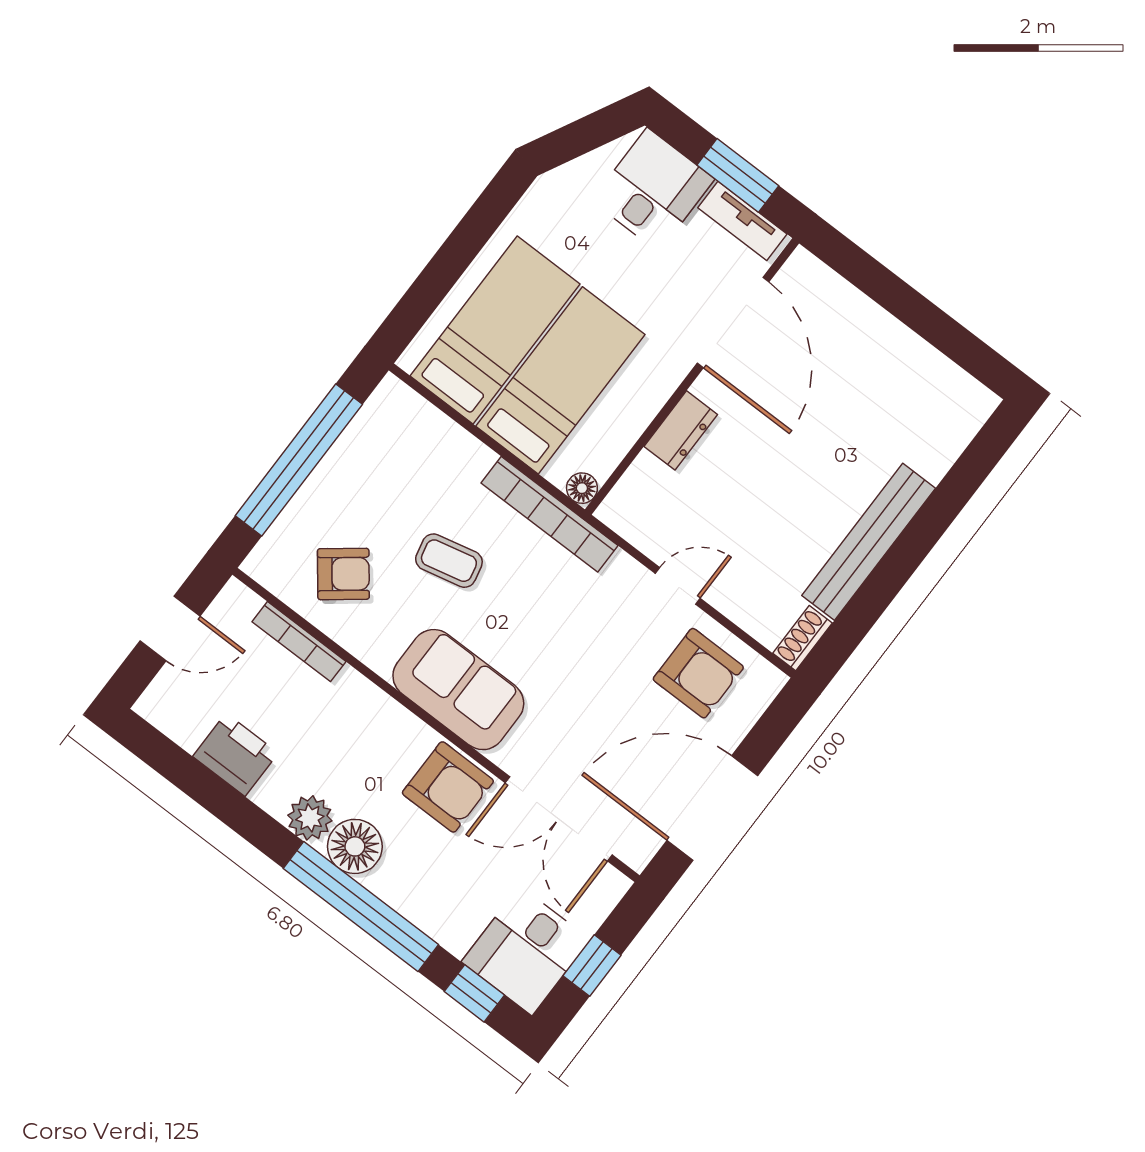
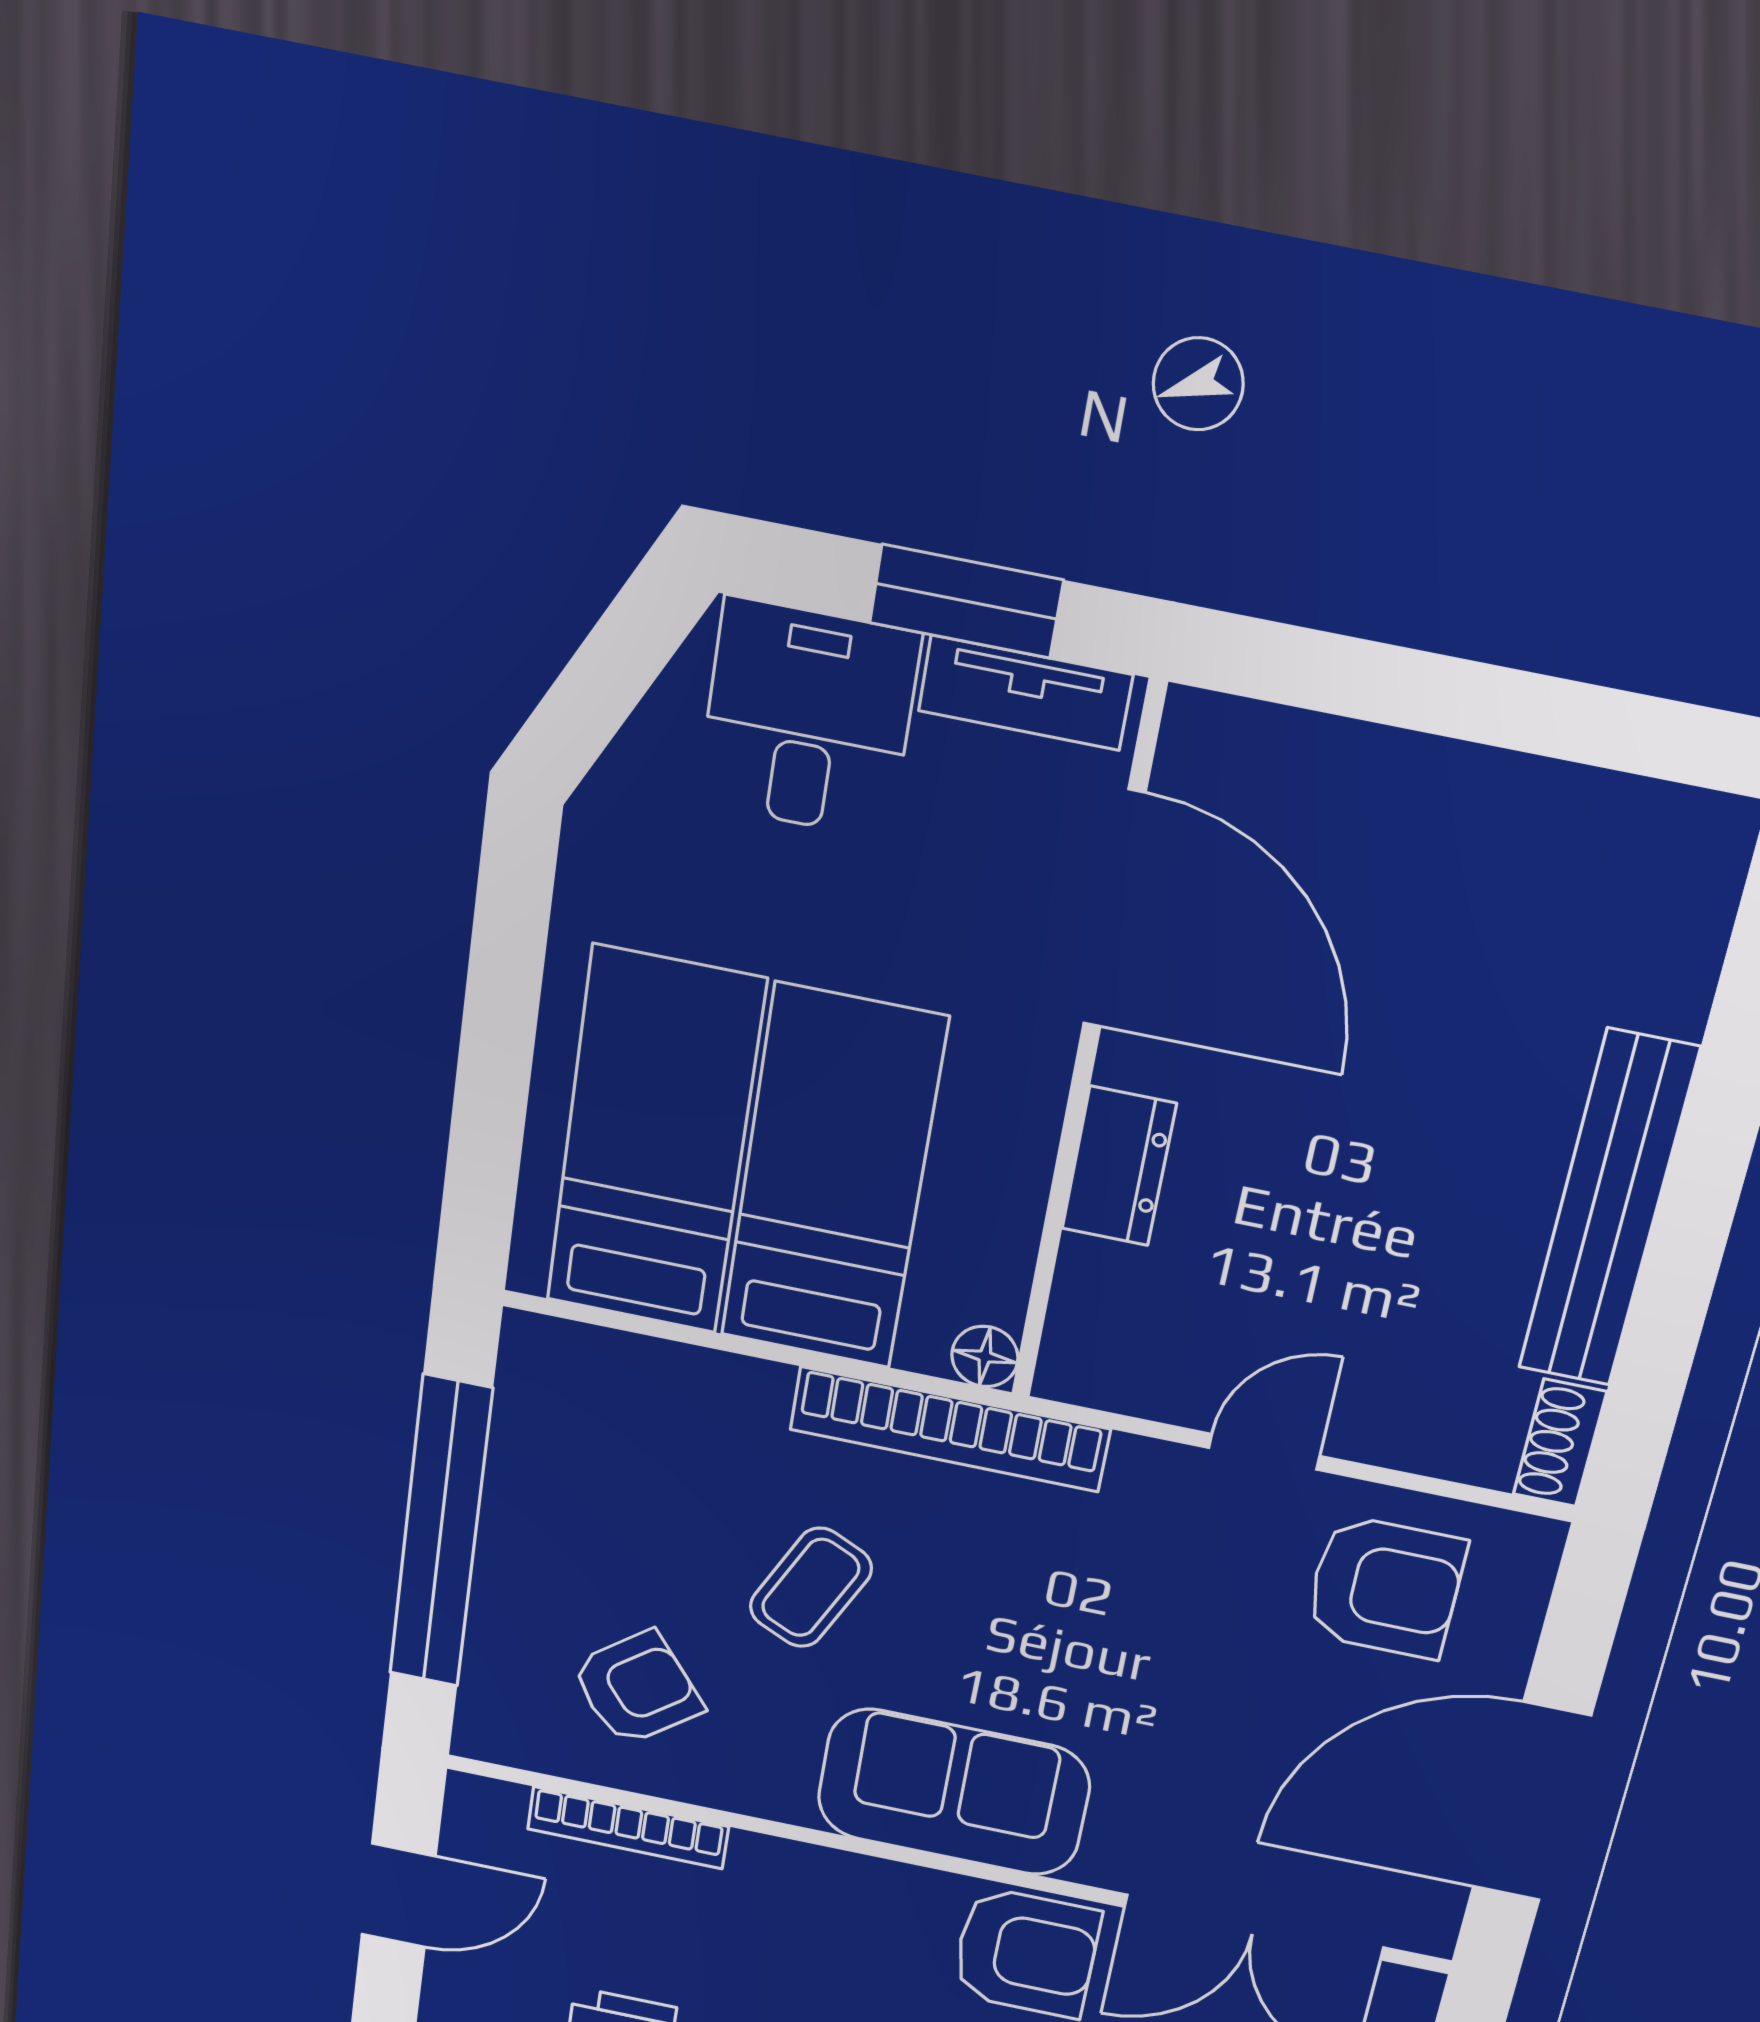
coffee table: (449, 561) -> (811, 1588), turned -51

